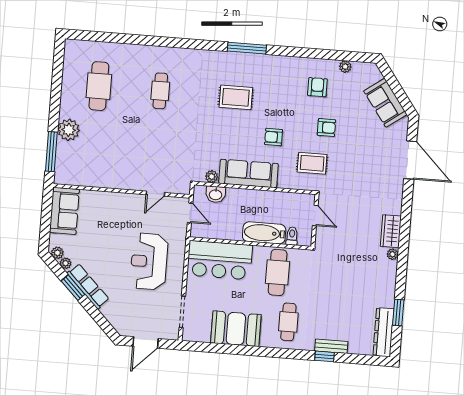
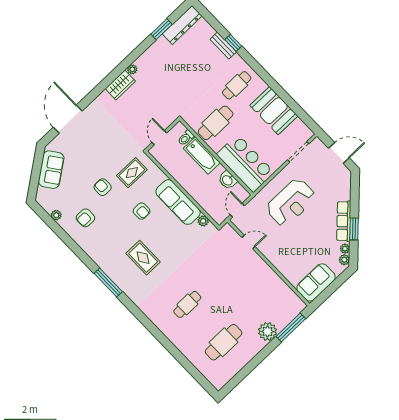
rug: (312, 163) -> (132, 173), turned 90
washbasin: (216, 194) -> (228, 180), moved, turned 180

